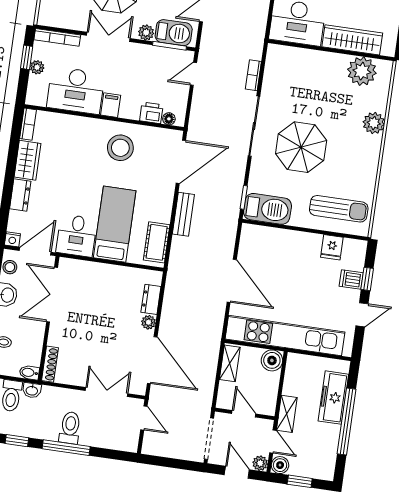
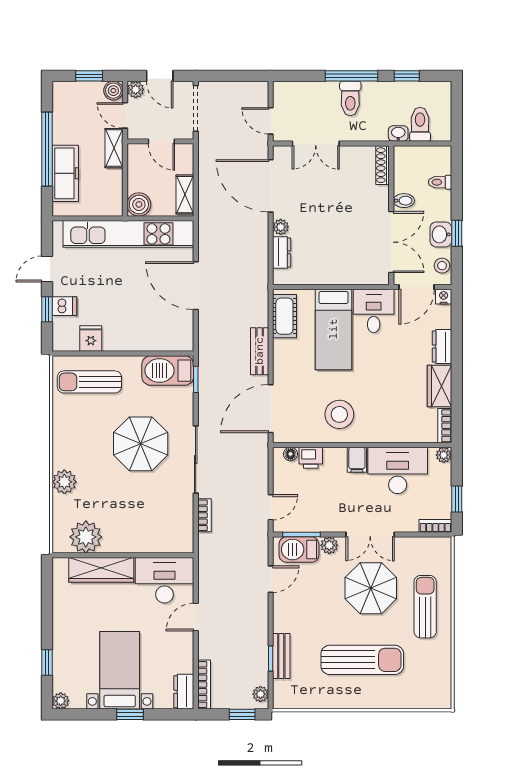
bookcase: (57, 37) -> (435, 526), width x0.64
plant: (37, 67) -> (444, 455), moved
bidet: (29, 373) -> (404, 201), moved

